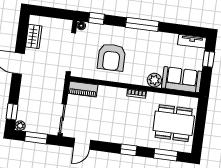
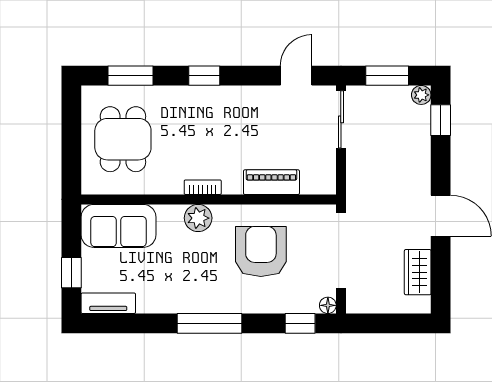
plant: (154, 80) -> (198, 218), moved
piano: (83, 89) -> (271, 182), moved
dining table: (174, 123) -> (123, 139), width x0.73

